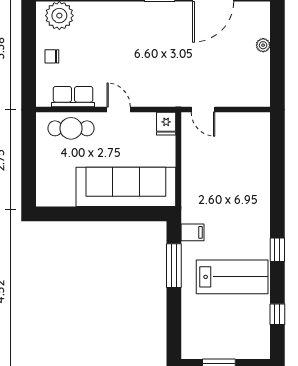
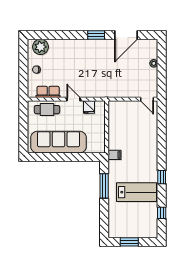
door: (203, 109) -> (147, 99), moved
fridge: (166, 124) -> (89, 107), moved
sofa: (126, 187) -> (59, 142), moved
filing cabinet: (193, 232) -> (115, 155), moved

